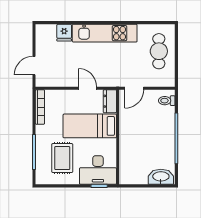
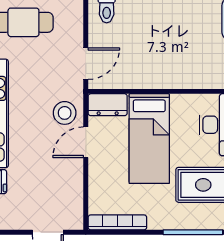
stool: (105, 76) -> (65, 113), added
door: (134, 88) -> (86, 64), hinge flipped

